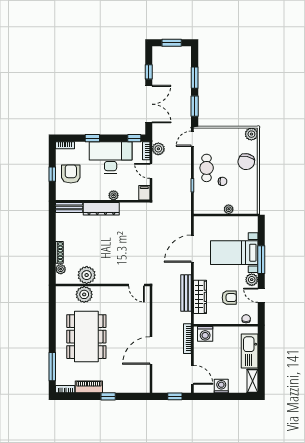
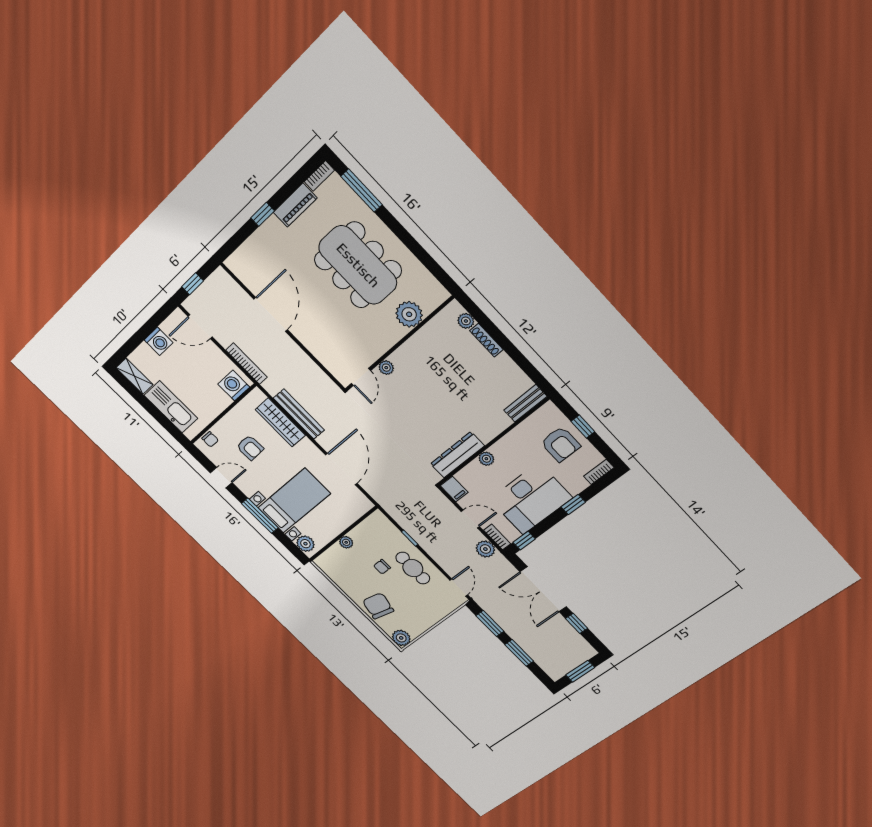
dresser: (101, 209) -> (457, 455), moved
plant: (87, 275) -> (386, 368), moved, width x0.53, depth x0.53
plant: (252, 280) -> (305, 544), moved
door: (137, 285) -> (361, 377), swing flipped
armchair: (229, 298) -> (250, 448), turned -92

